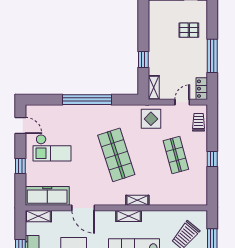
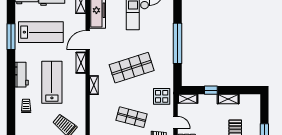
shelving: (154, 39) -> (228, 99), added
shop shelf: (176, 155) -> (132, 117), turned 30
shelving: (129, 216) -> (81, 63), moved

